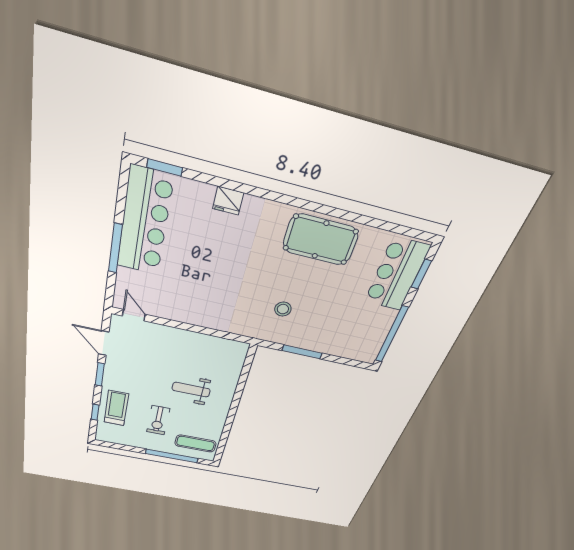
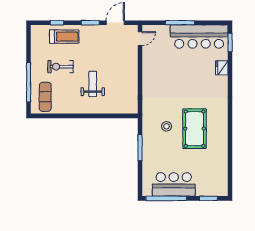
fridge: (228, 201) -> (222, 68), moved
pool table: (320, 240) -> (195, 129), moved
bar counter: (397, 274) -> (174, 184), moved

